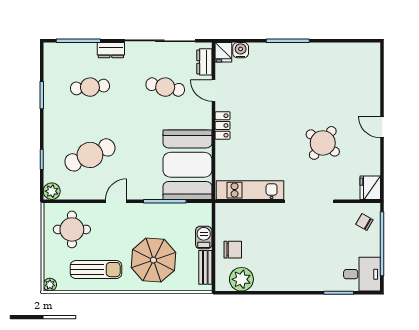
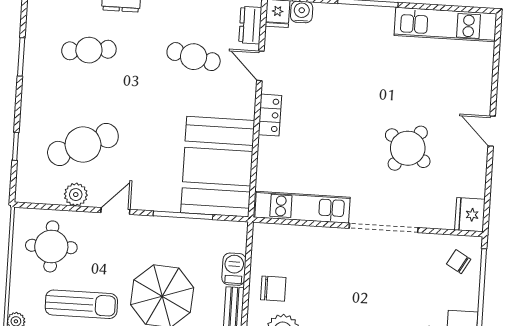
kitchen unit: (344, 53) -> (445, 24), added
plant: (52, 191) -> (76, 195), moved

